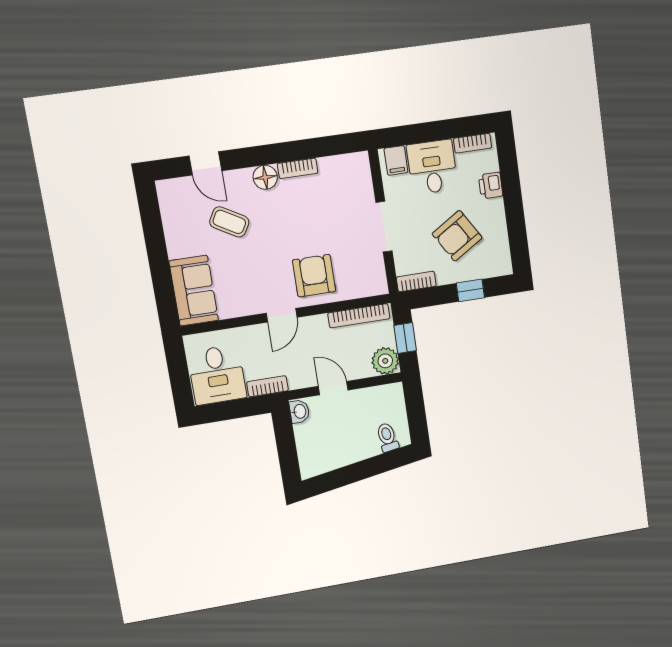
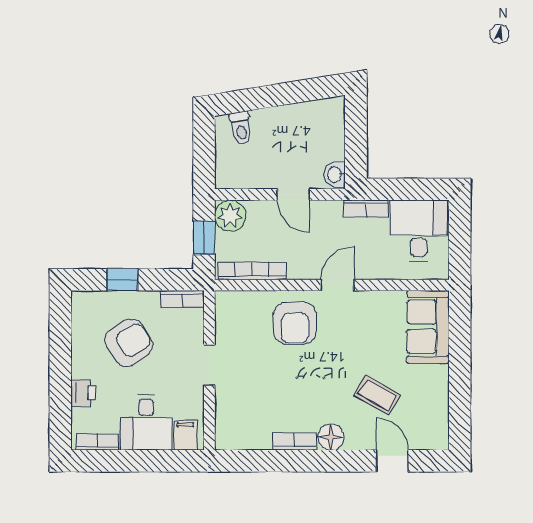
doorway: (384, 227) -> (209, 365), width x0.73

